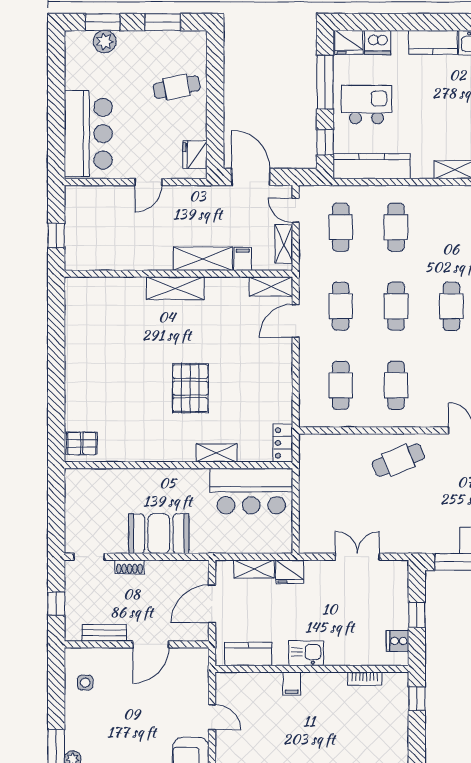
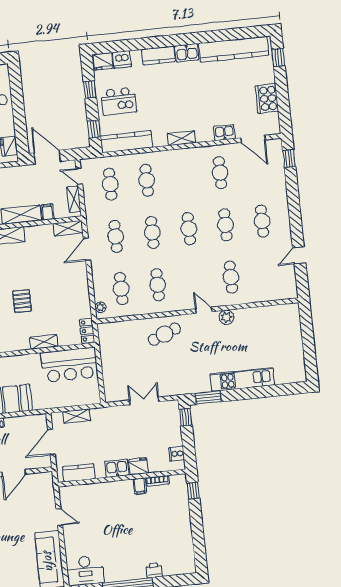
window: (325, 82) -> (90, 89), width x0.46
kitchen island: (366, 105) -> (119, 101), turned 180
pallet: (190, 388) -> (22, 301), width x0.67, depth x0.71
plant: (307, 410) -> (100, 307), added
fridge: (290, 572) -> (139, 466), moved, turned 180
window: (417, 615) -> (186, 417), moved
filing cabinet: (292, 684) -> (140, 486), moved

